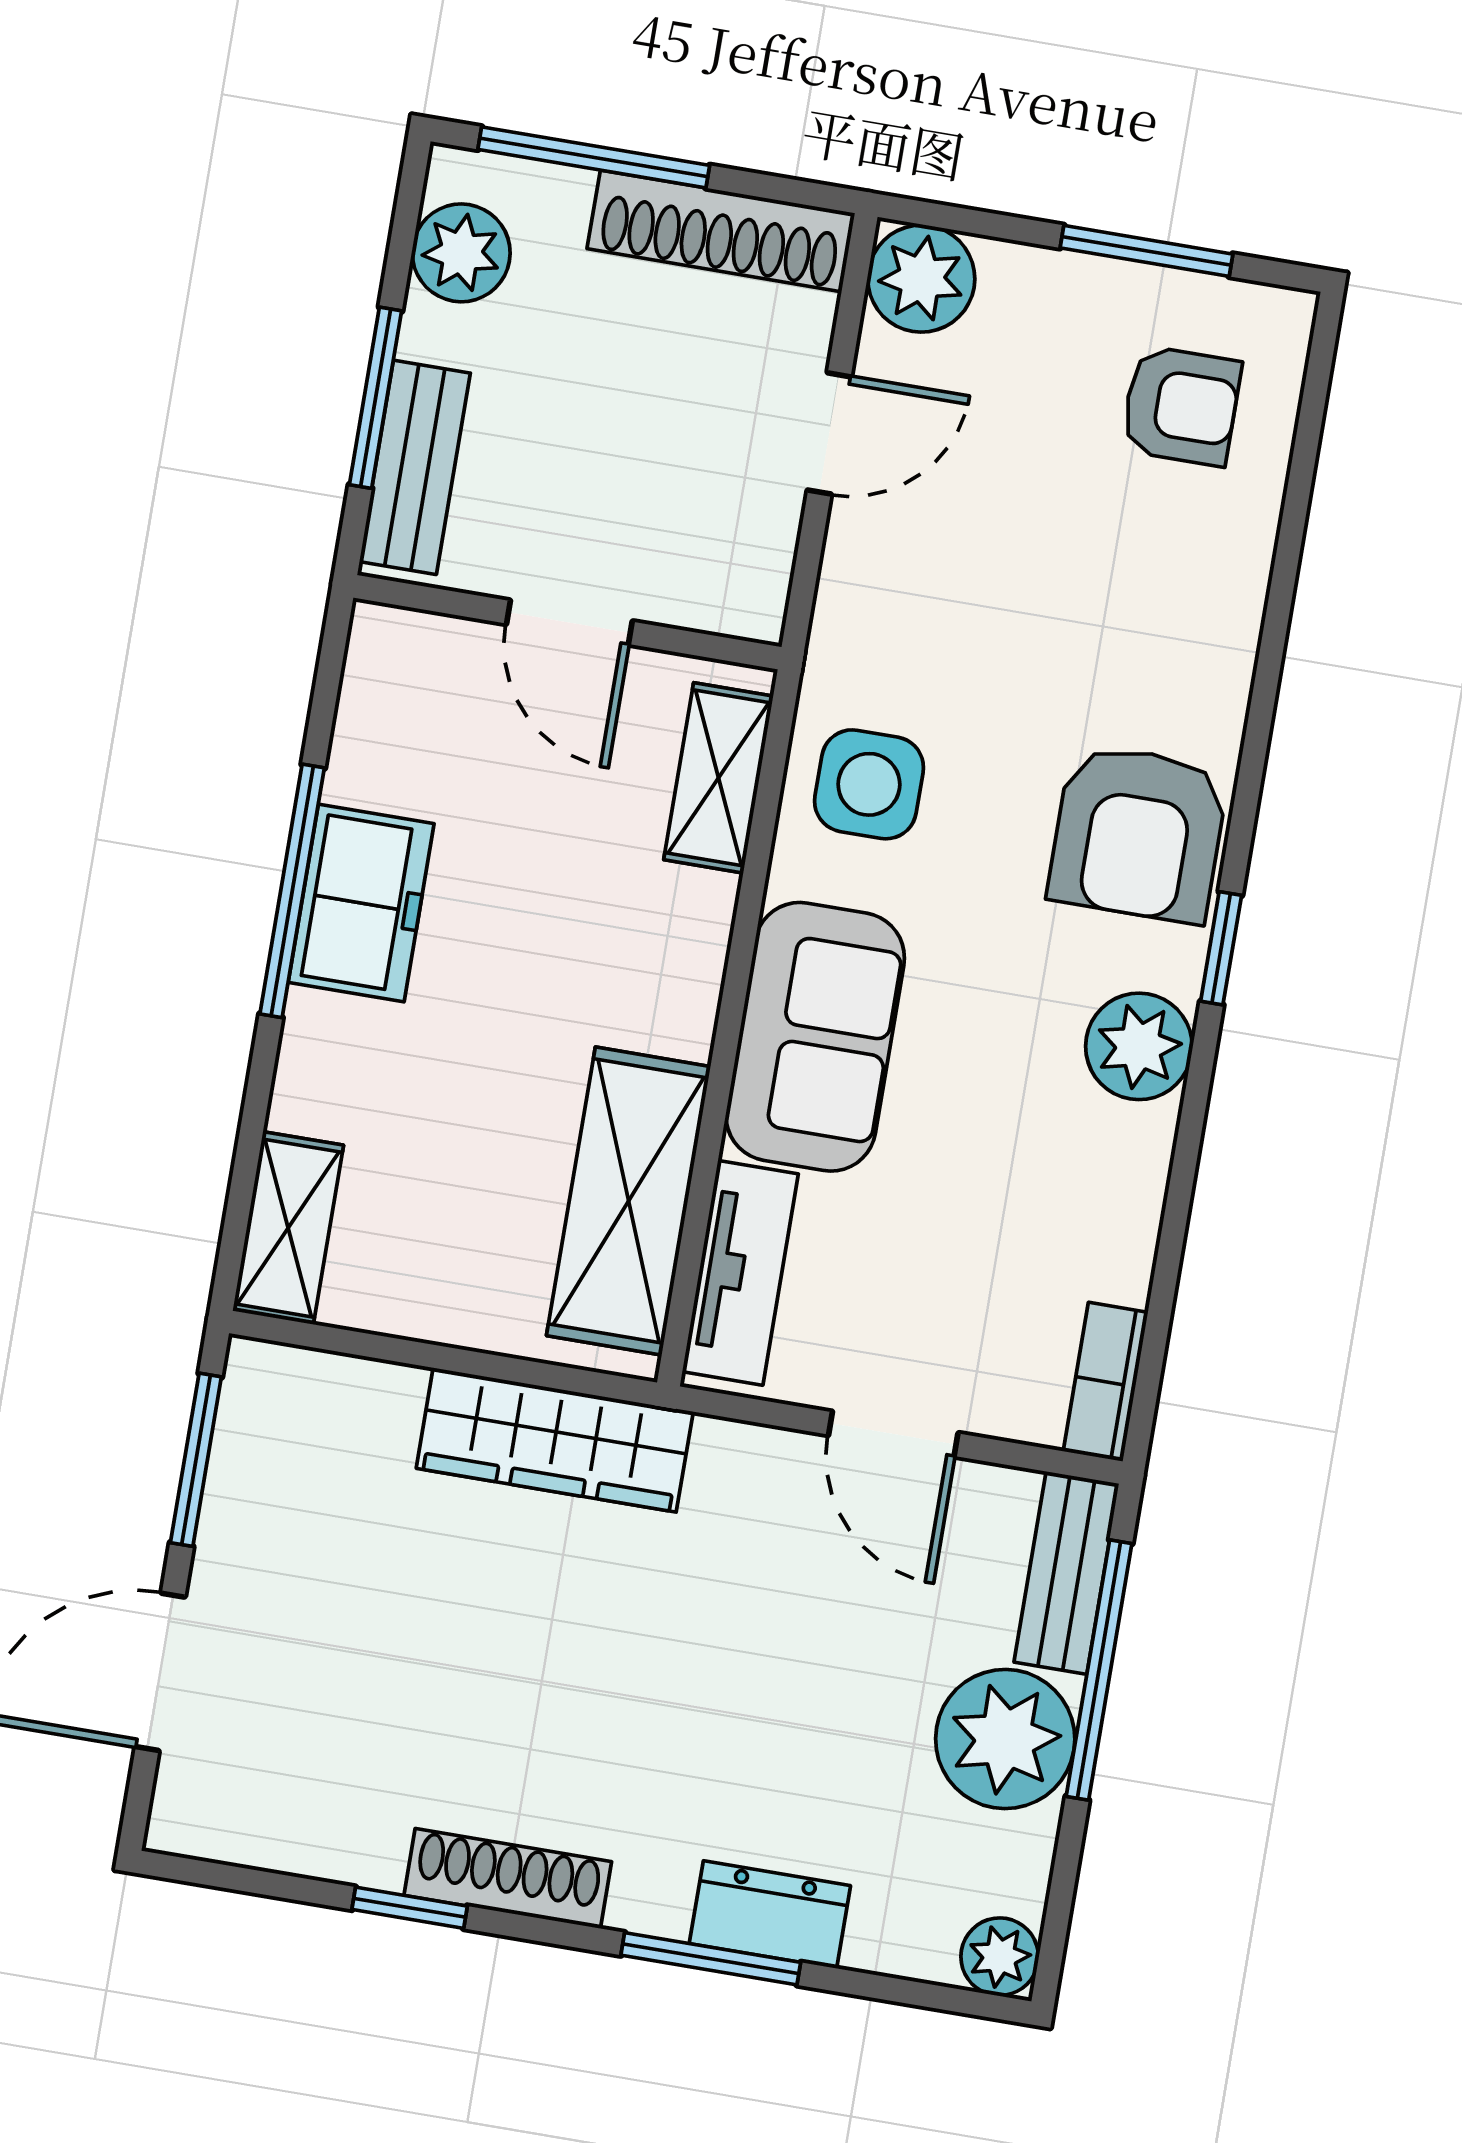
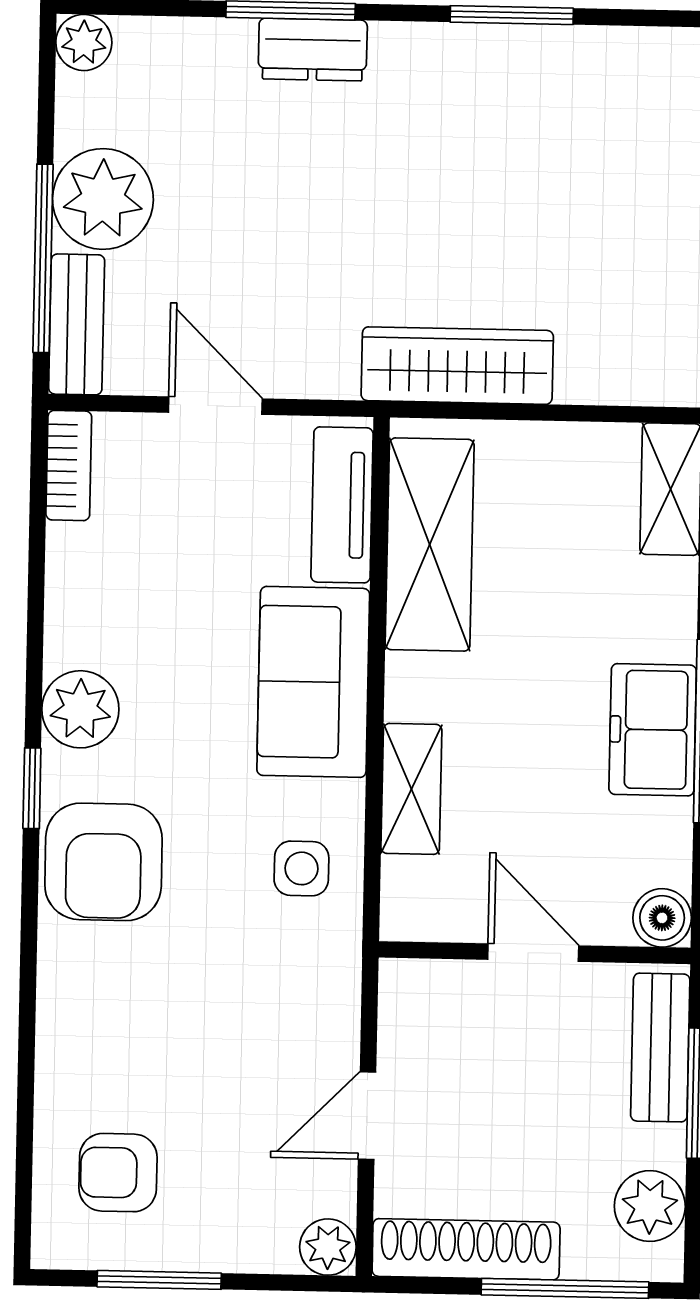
plant: (921, 279) -> (328, 1247), width x0.73, depth x0.73
boiler: (386, 644) -> (662, 918), added
shelving: (719, 778) -> (411, 789), moved
side table: (869, 784) -> (301, 868), width x0.73, depth x0.73
armchair: (1138, 833) -> (103, 862), turned 180
shoe rack: (508, 1878) -> (445, 46), removed
window: (410, 1908) -> (512, 15), width x1.50
dresser: (770, 1915) -> (313, 50), moved

